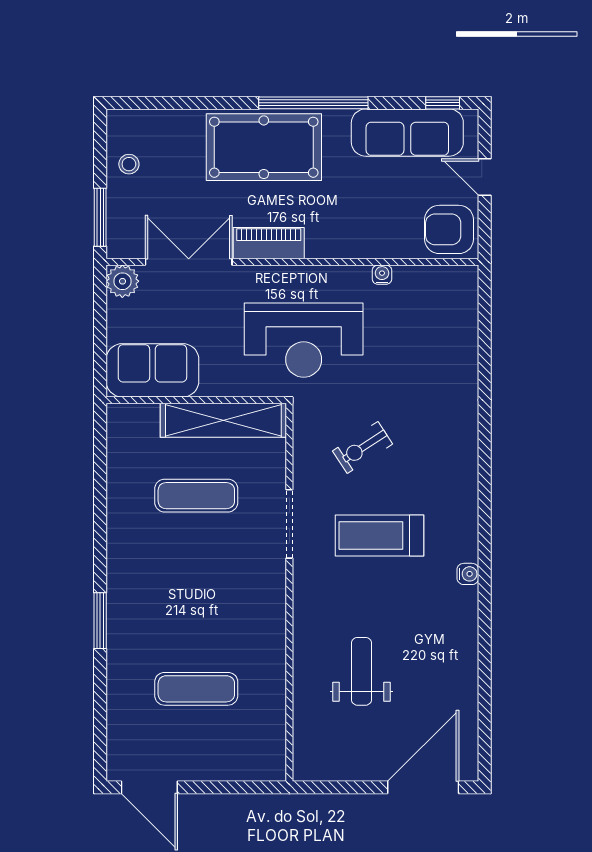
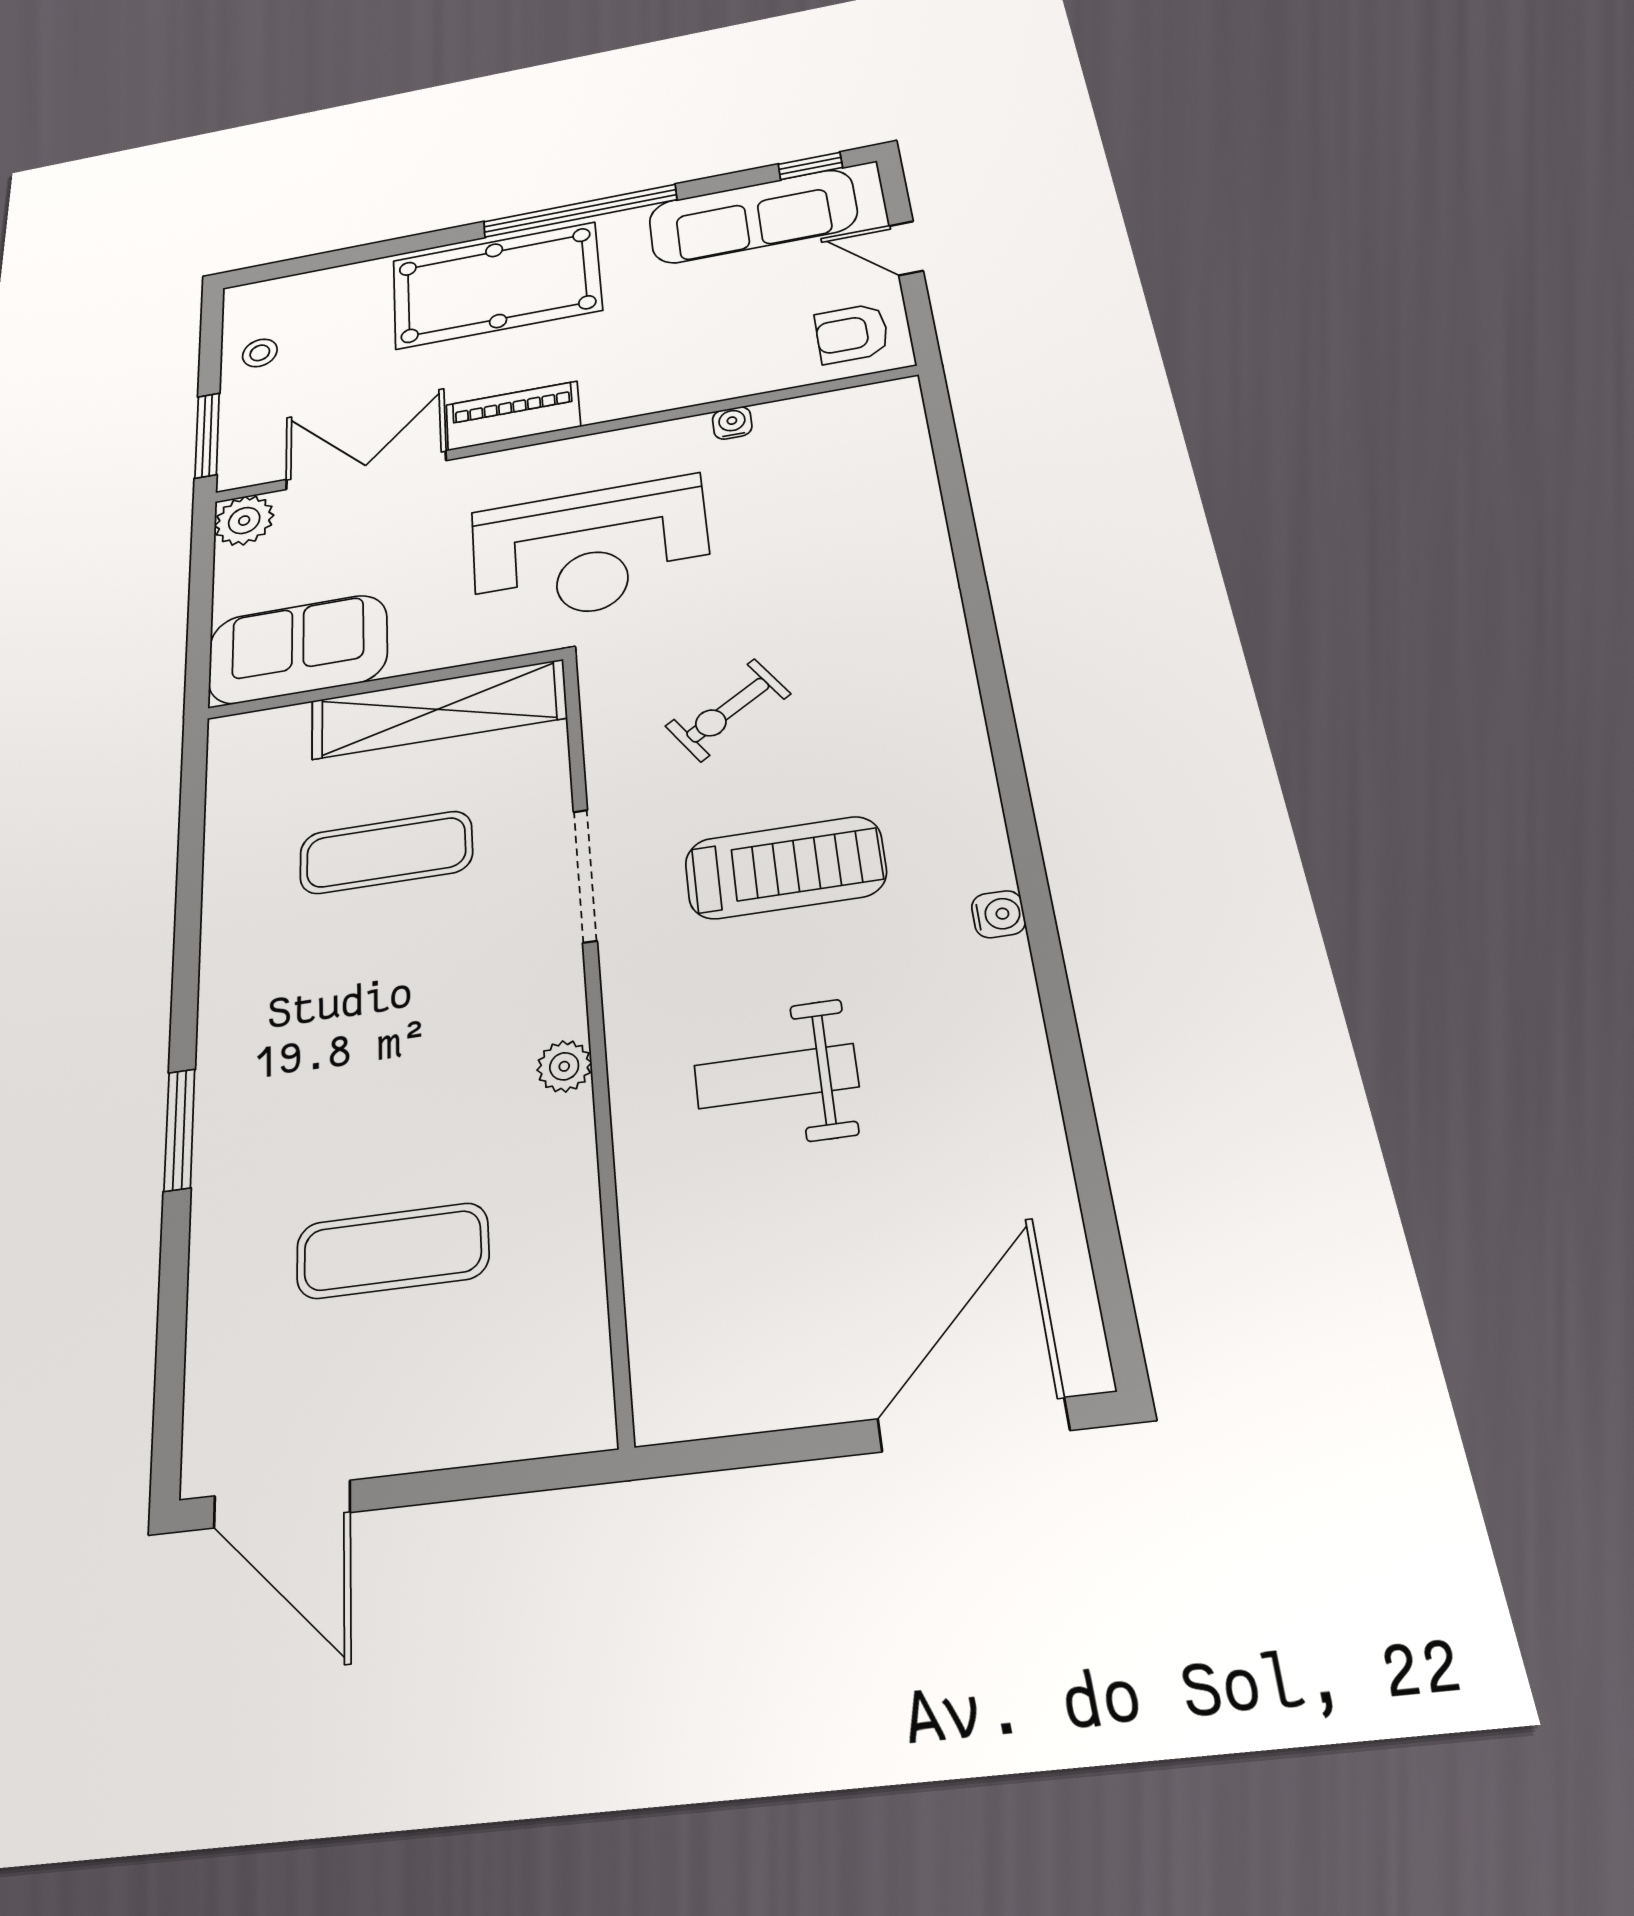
armchair: (449, 229) -> (852, 334), width x0.72, depth x0.72
treadmill: (380, 535) -> (785, 868), turned 180
plant: (274, 616) -> (564, 1066), added
weight bench: (361, 671) -> (776, 1076), moved, turned -90

